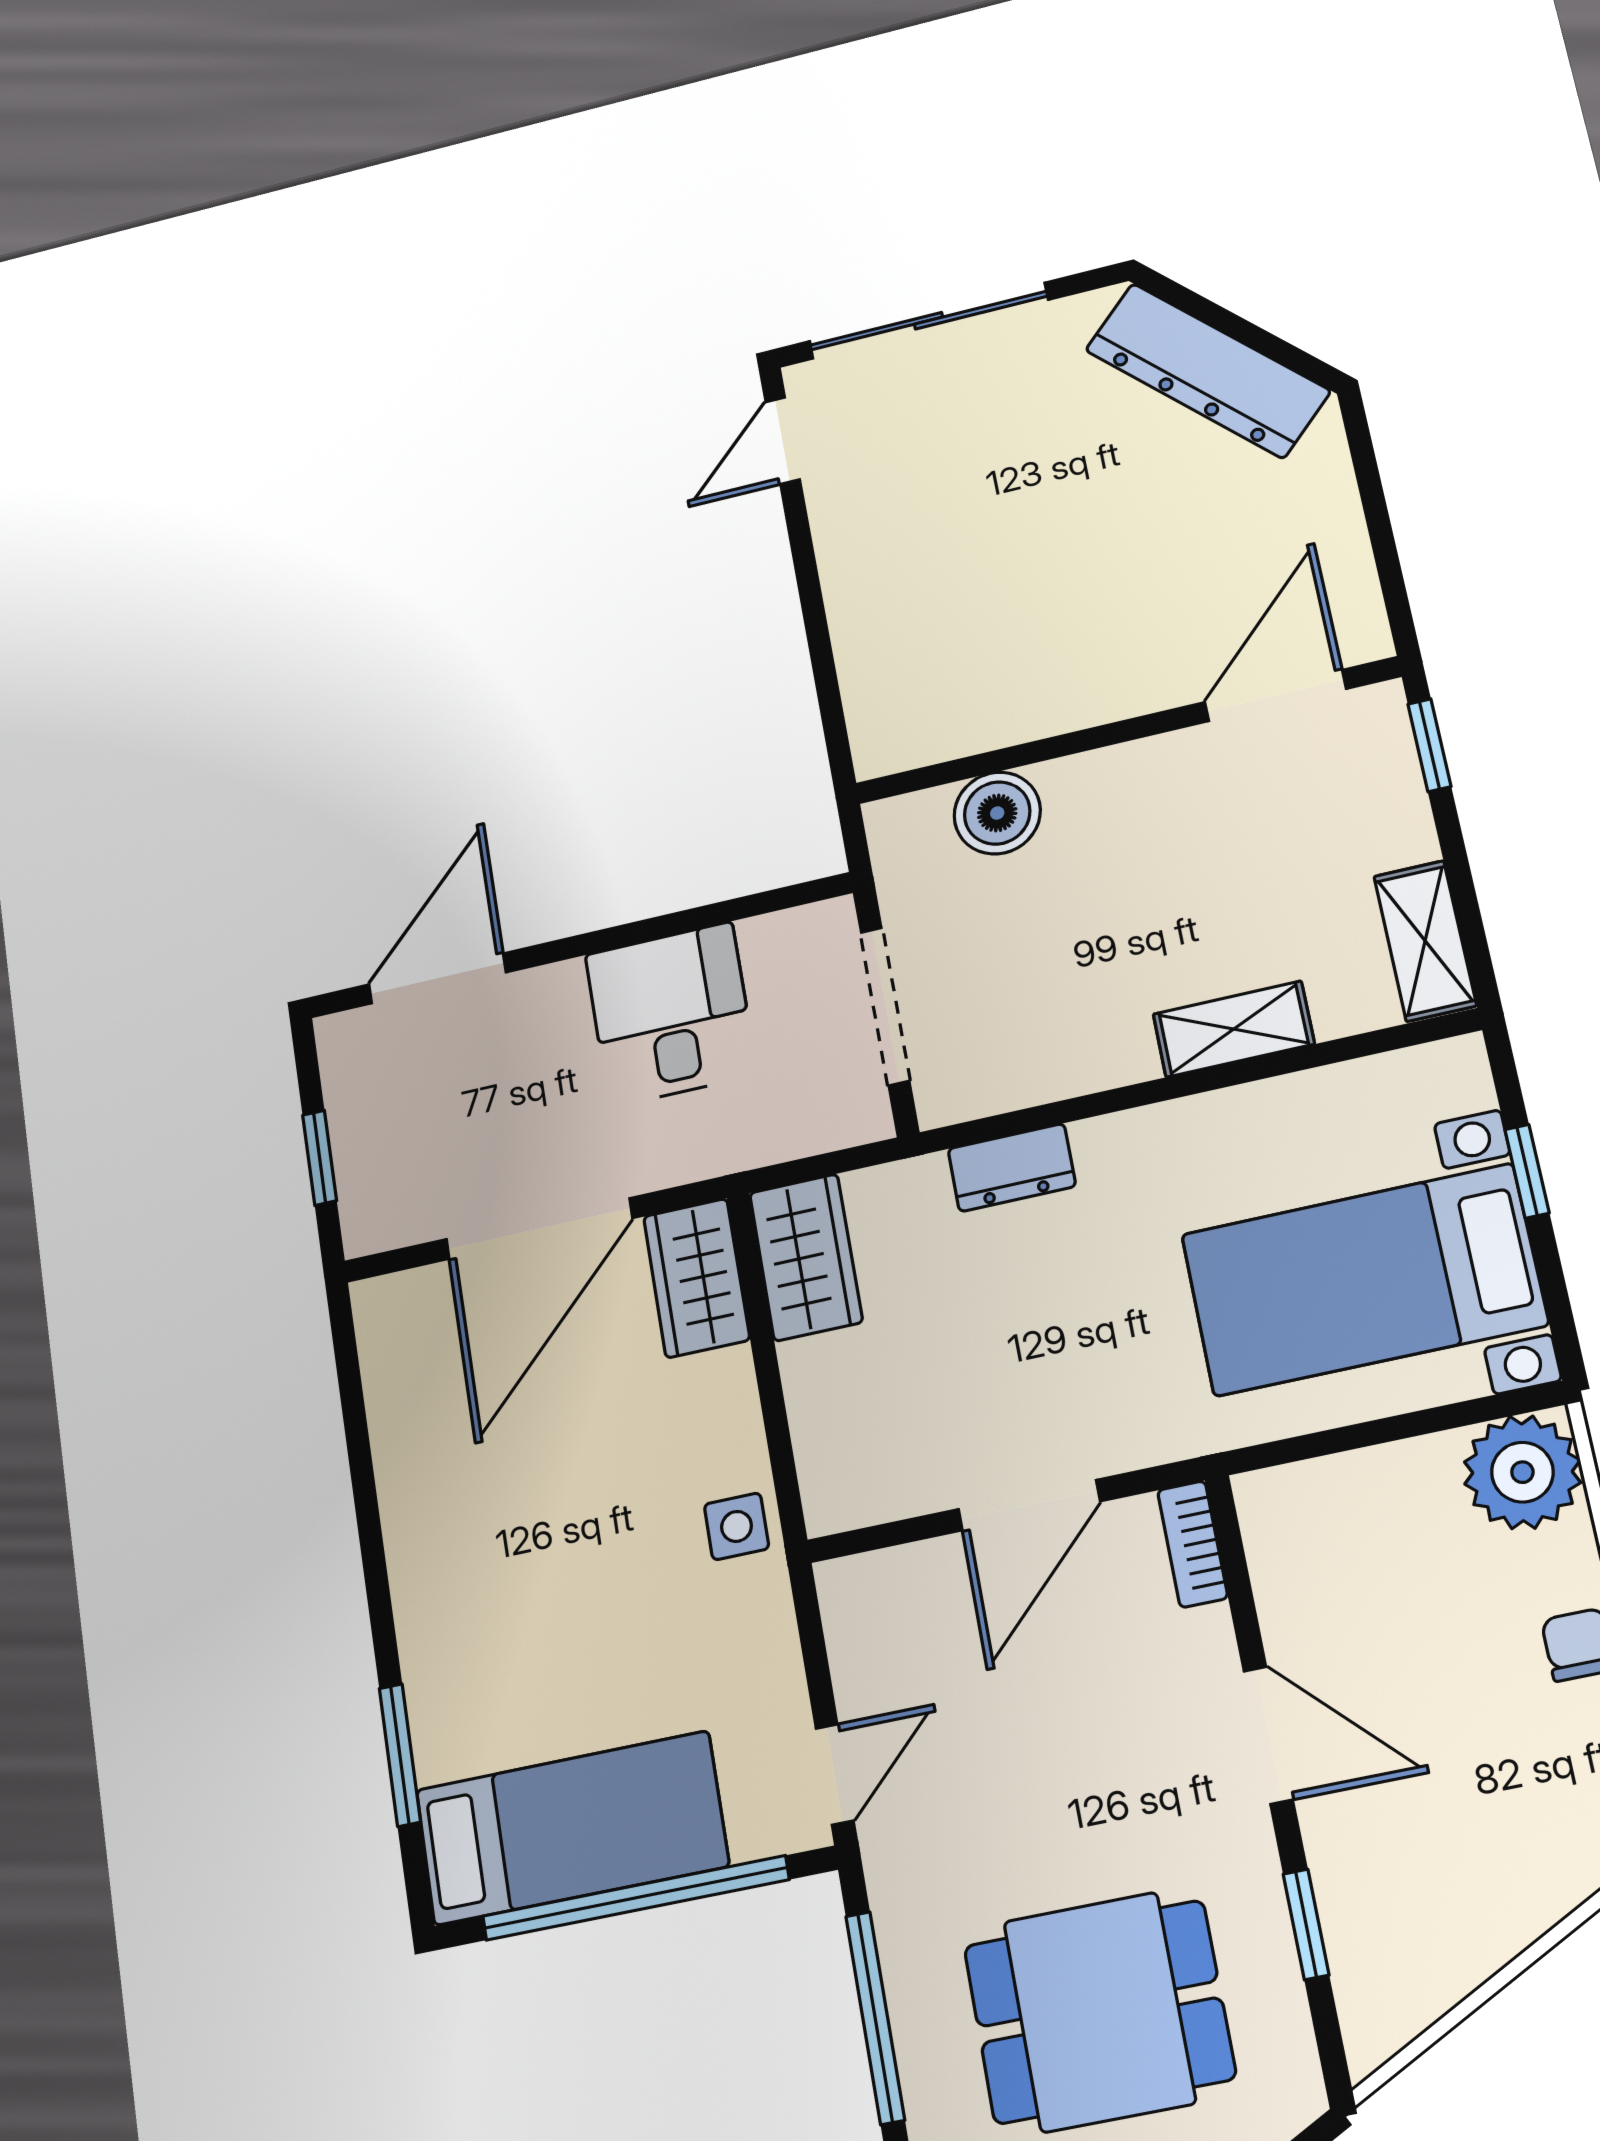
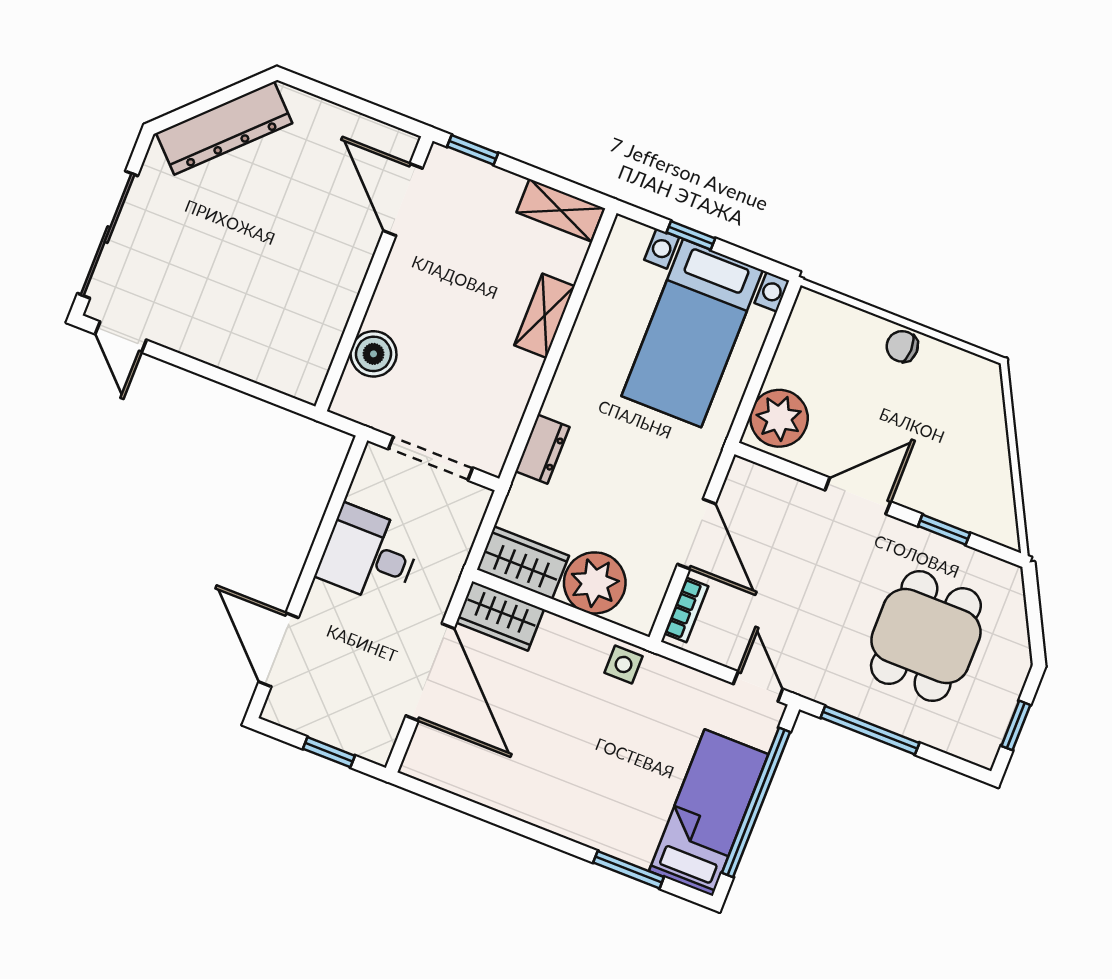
plant: (843, 1393) -> (595, 583), added
plant: (1522, 1472) -> (779, 418), moved
bookcase: (1193, 1544) -> (686, 610), moved, turned -90

